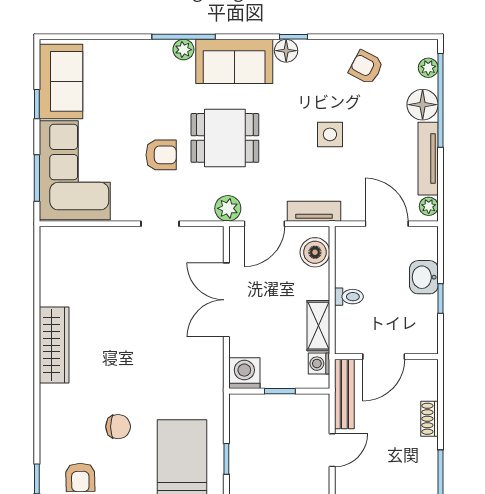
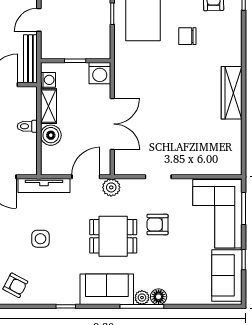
floor lamp: (286, 51) -> (159, 297), moved
tv unit: (314, 211) -> (44, 185), width x1.41
boiler: (315, 252) -> (51, 135), moved

